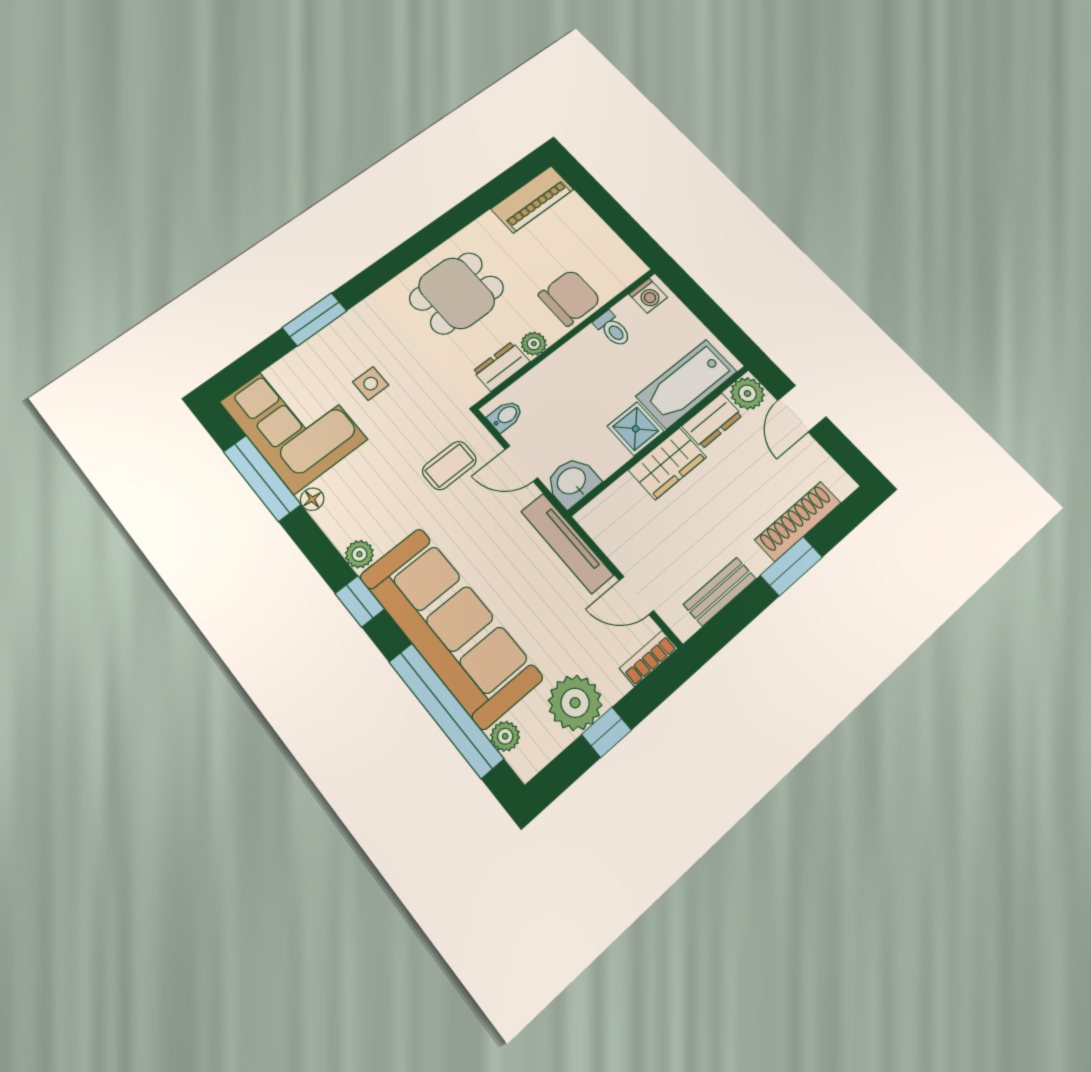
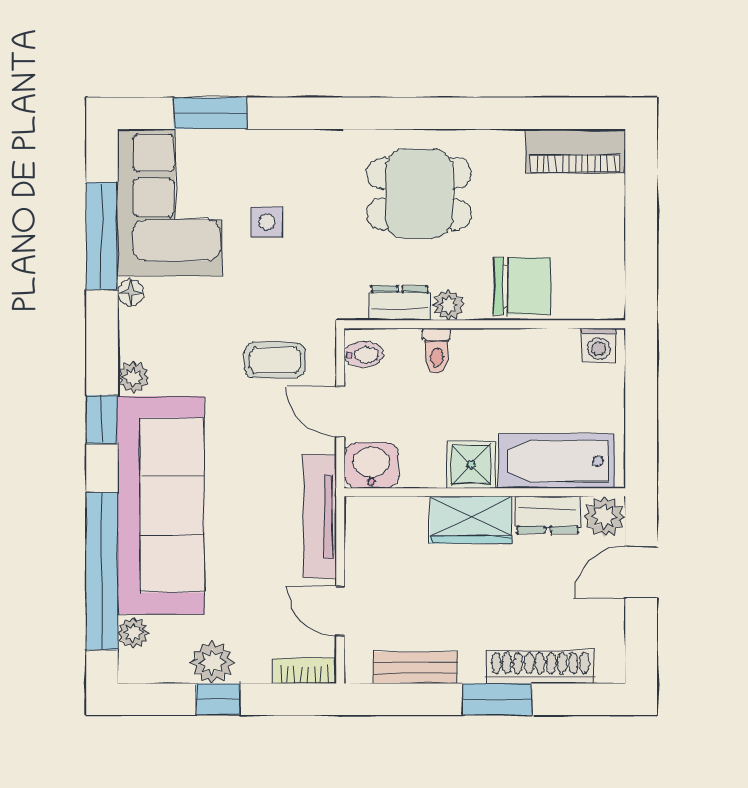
window: (315, 319) -> (210, 113), moved
toilet: (613, 329) -> (437, 351), moved
plant: (575, 703) -> (212, 662), width x0.73, depth x0.73

